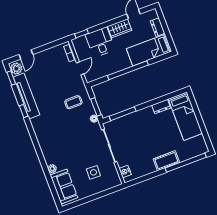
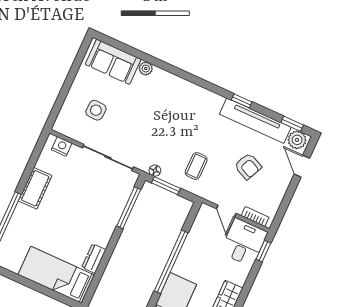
desk: (100, 42) -> (244, 242), moved, turned -90
armchair: (50, 79) -> (248, 166), added
cot: (166, 161) -> (35, 188), moved

